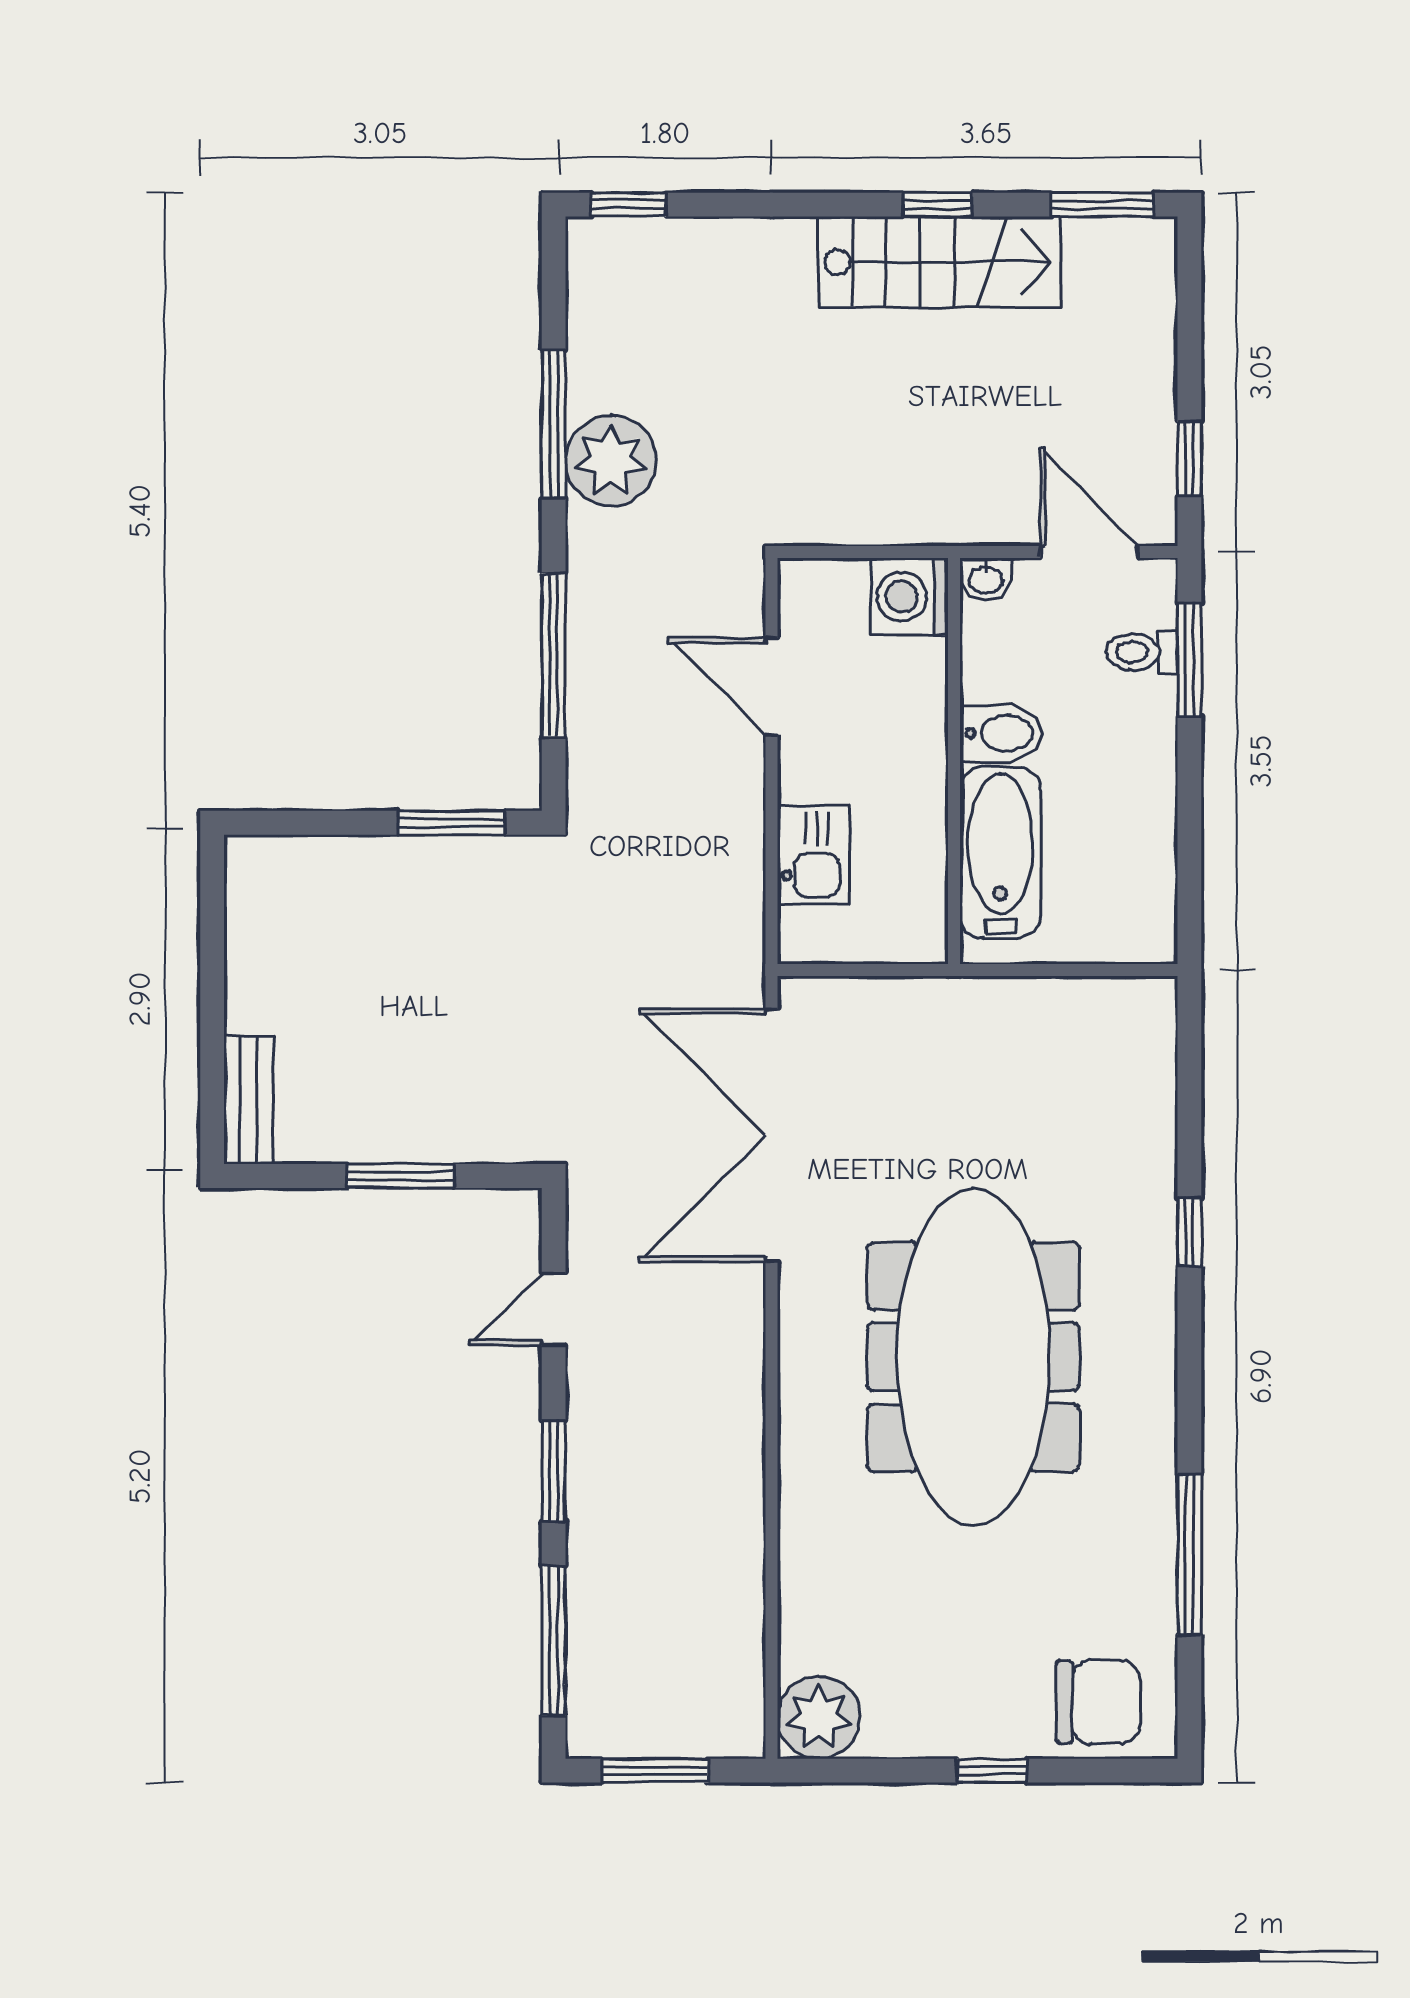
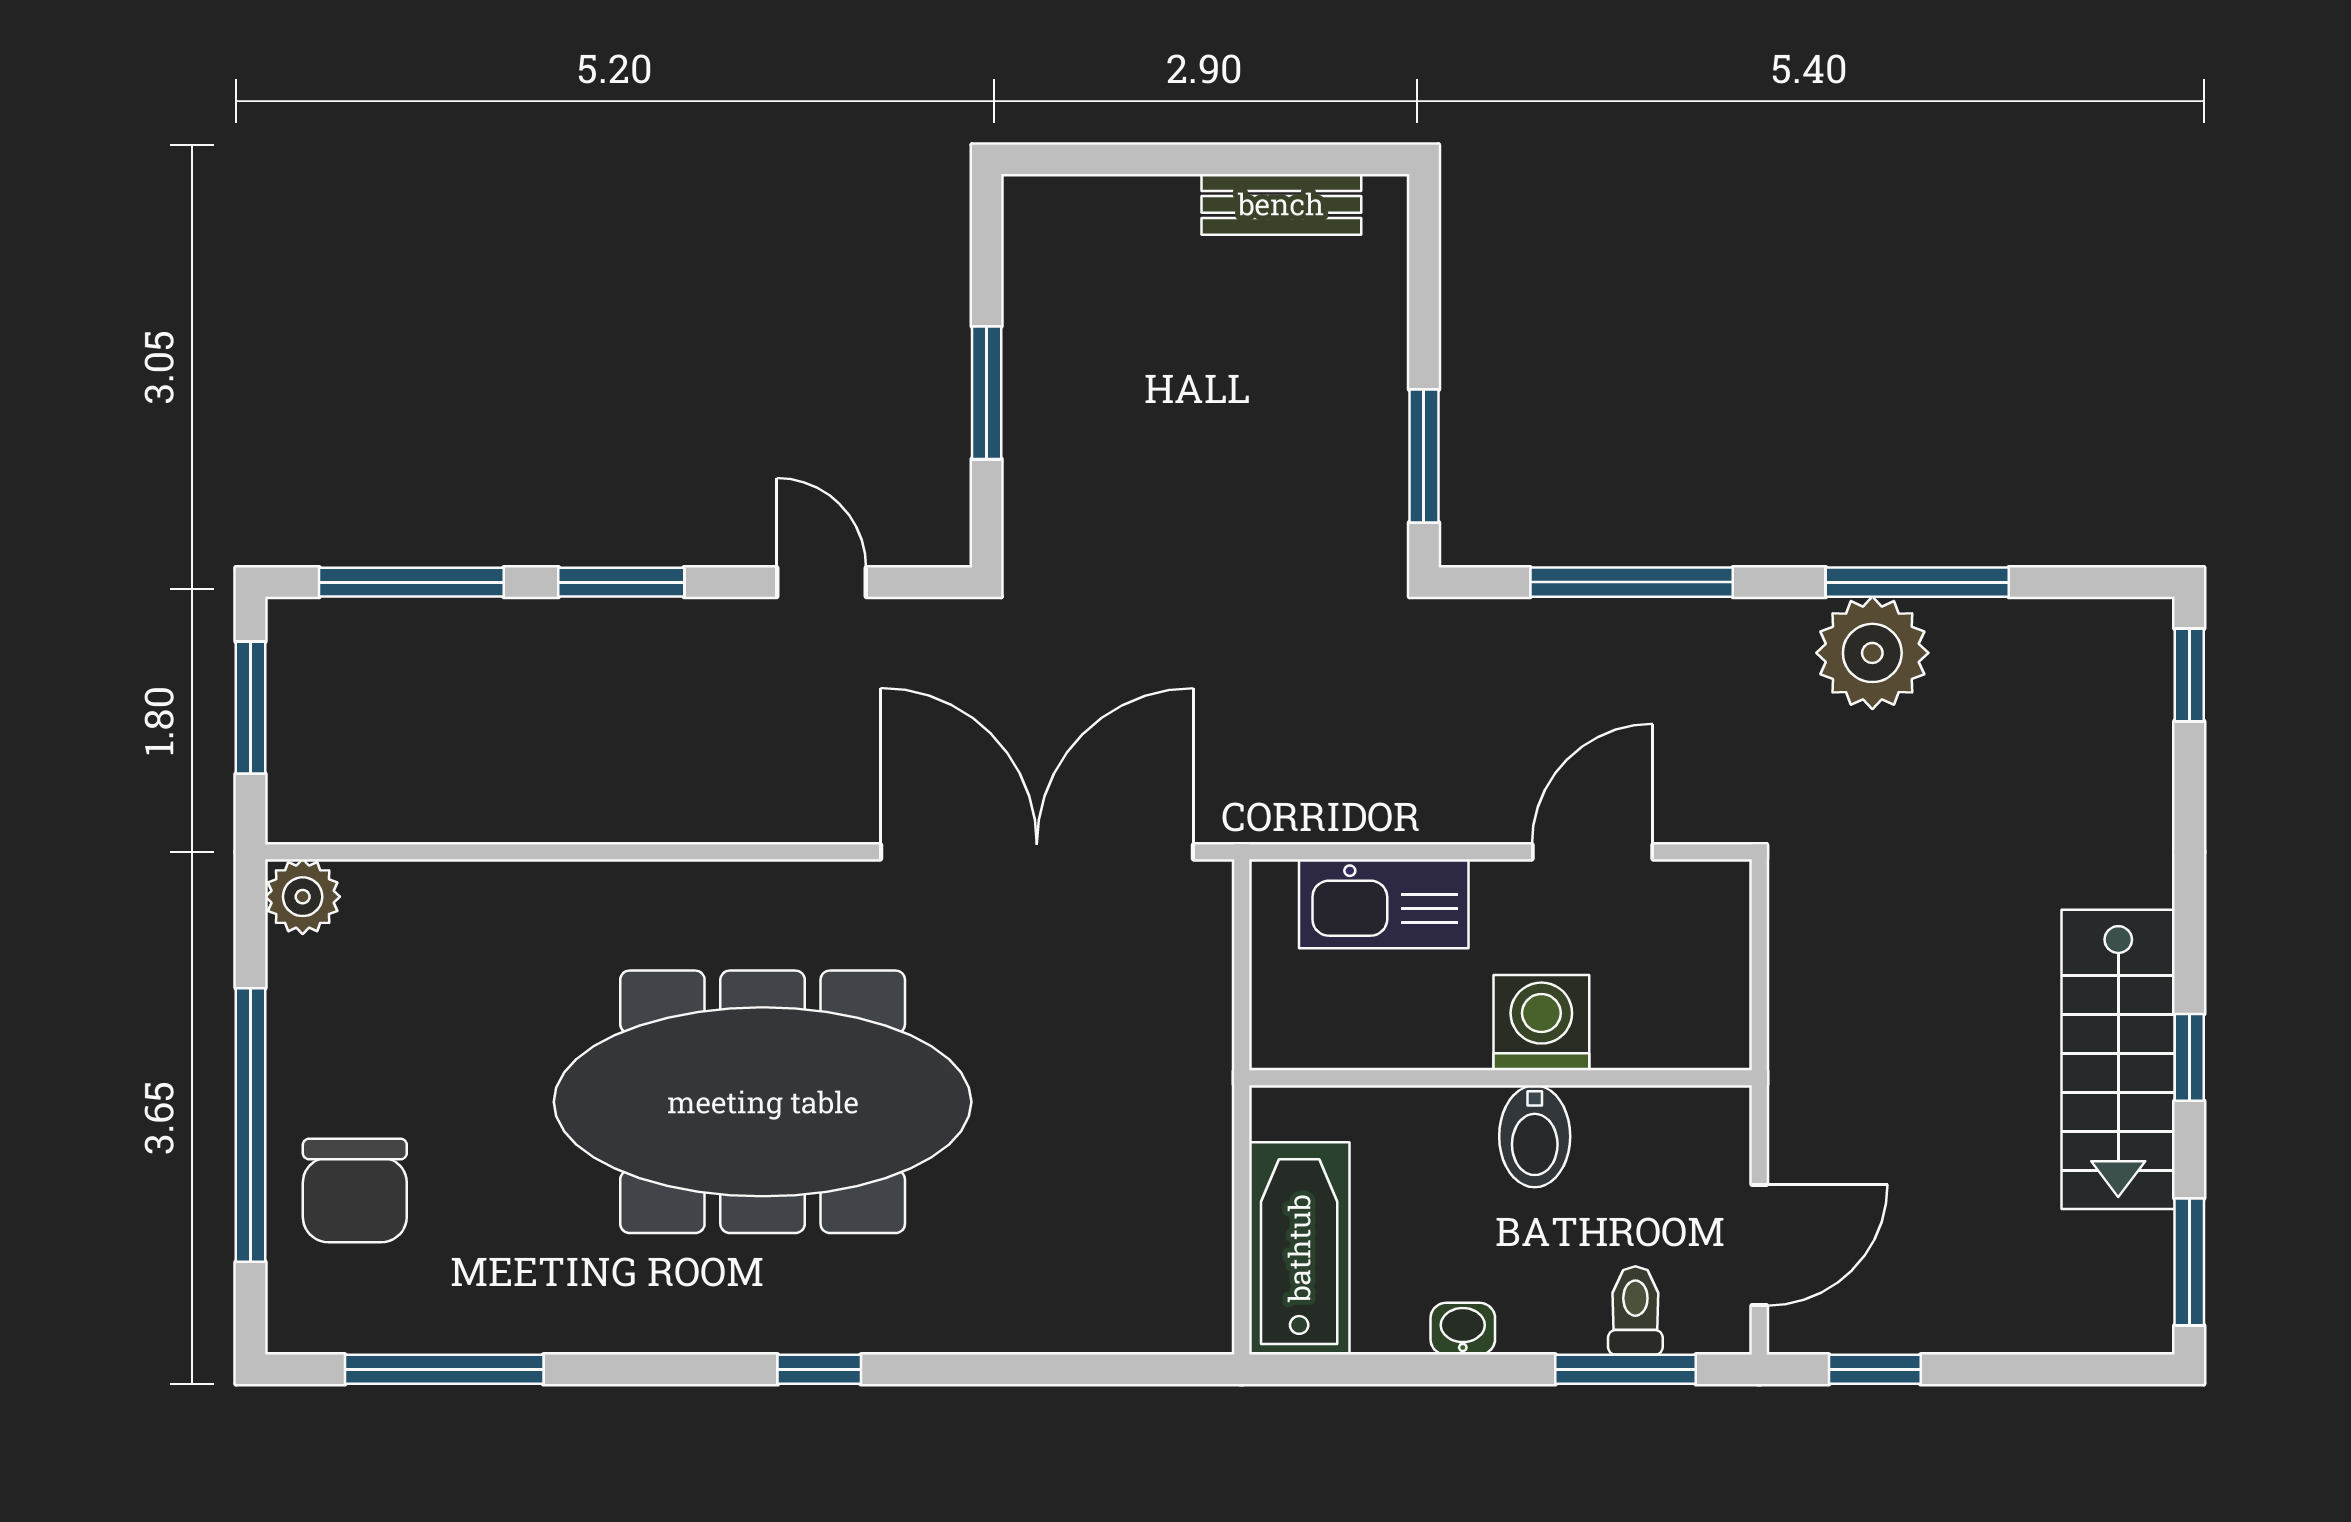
washbasin: (986, 579) -> (1463, 1329), moved, turned 90
washing machine: (909, 596) -> (1541, 1023), moved
bathtub: (1000, 852) -> (1299, 1248), moved, turned -90
kitchen sink: (813, 855) -> (1384, 904), width x1.38
bench: (248, 1100) -> (1281, 204), moved
window: (1189, 1232) -> (819, 1369), moved
window: (1189, 1555) -> (444, 1369), moved
chair: (1098, 1702) -> (355, 1191), moved
plant: (819, 1717) -> (303, 897), width x0.73, depth x0.73
window: (992, 1771) -> (251, 1125), width x3.17

